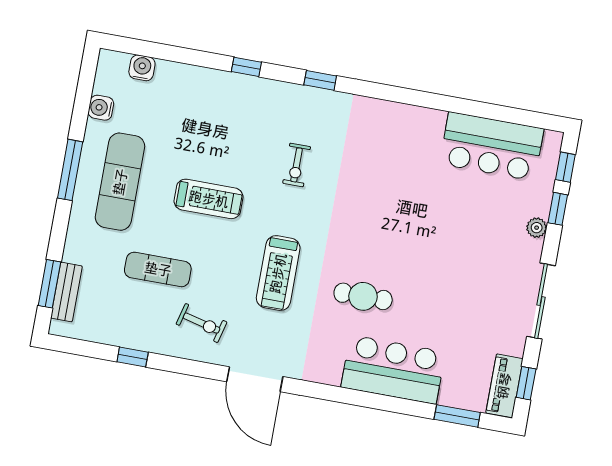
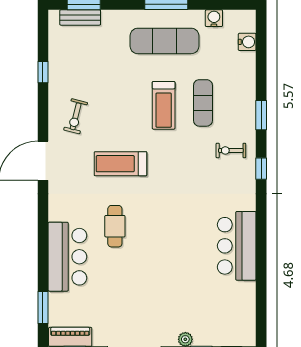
window: (246, 67) -> (261, 115), width x1.50
bar counter: (492, 146) -> (237, 246), moved
exercise bike: (297, 165) -> (231, 150), moved
exercise mat: (158, 269) -> (203, 103), moved

